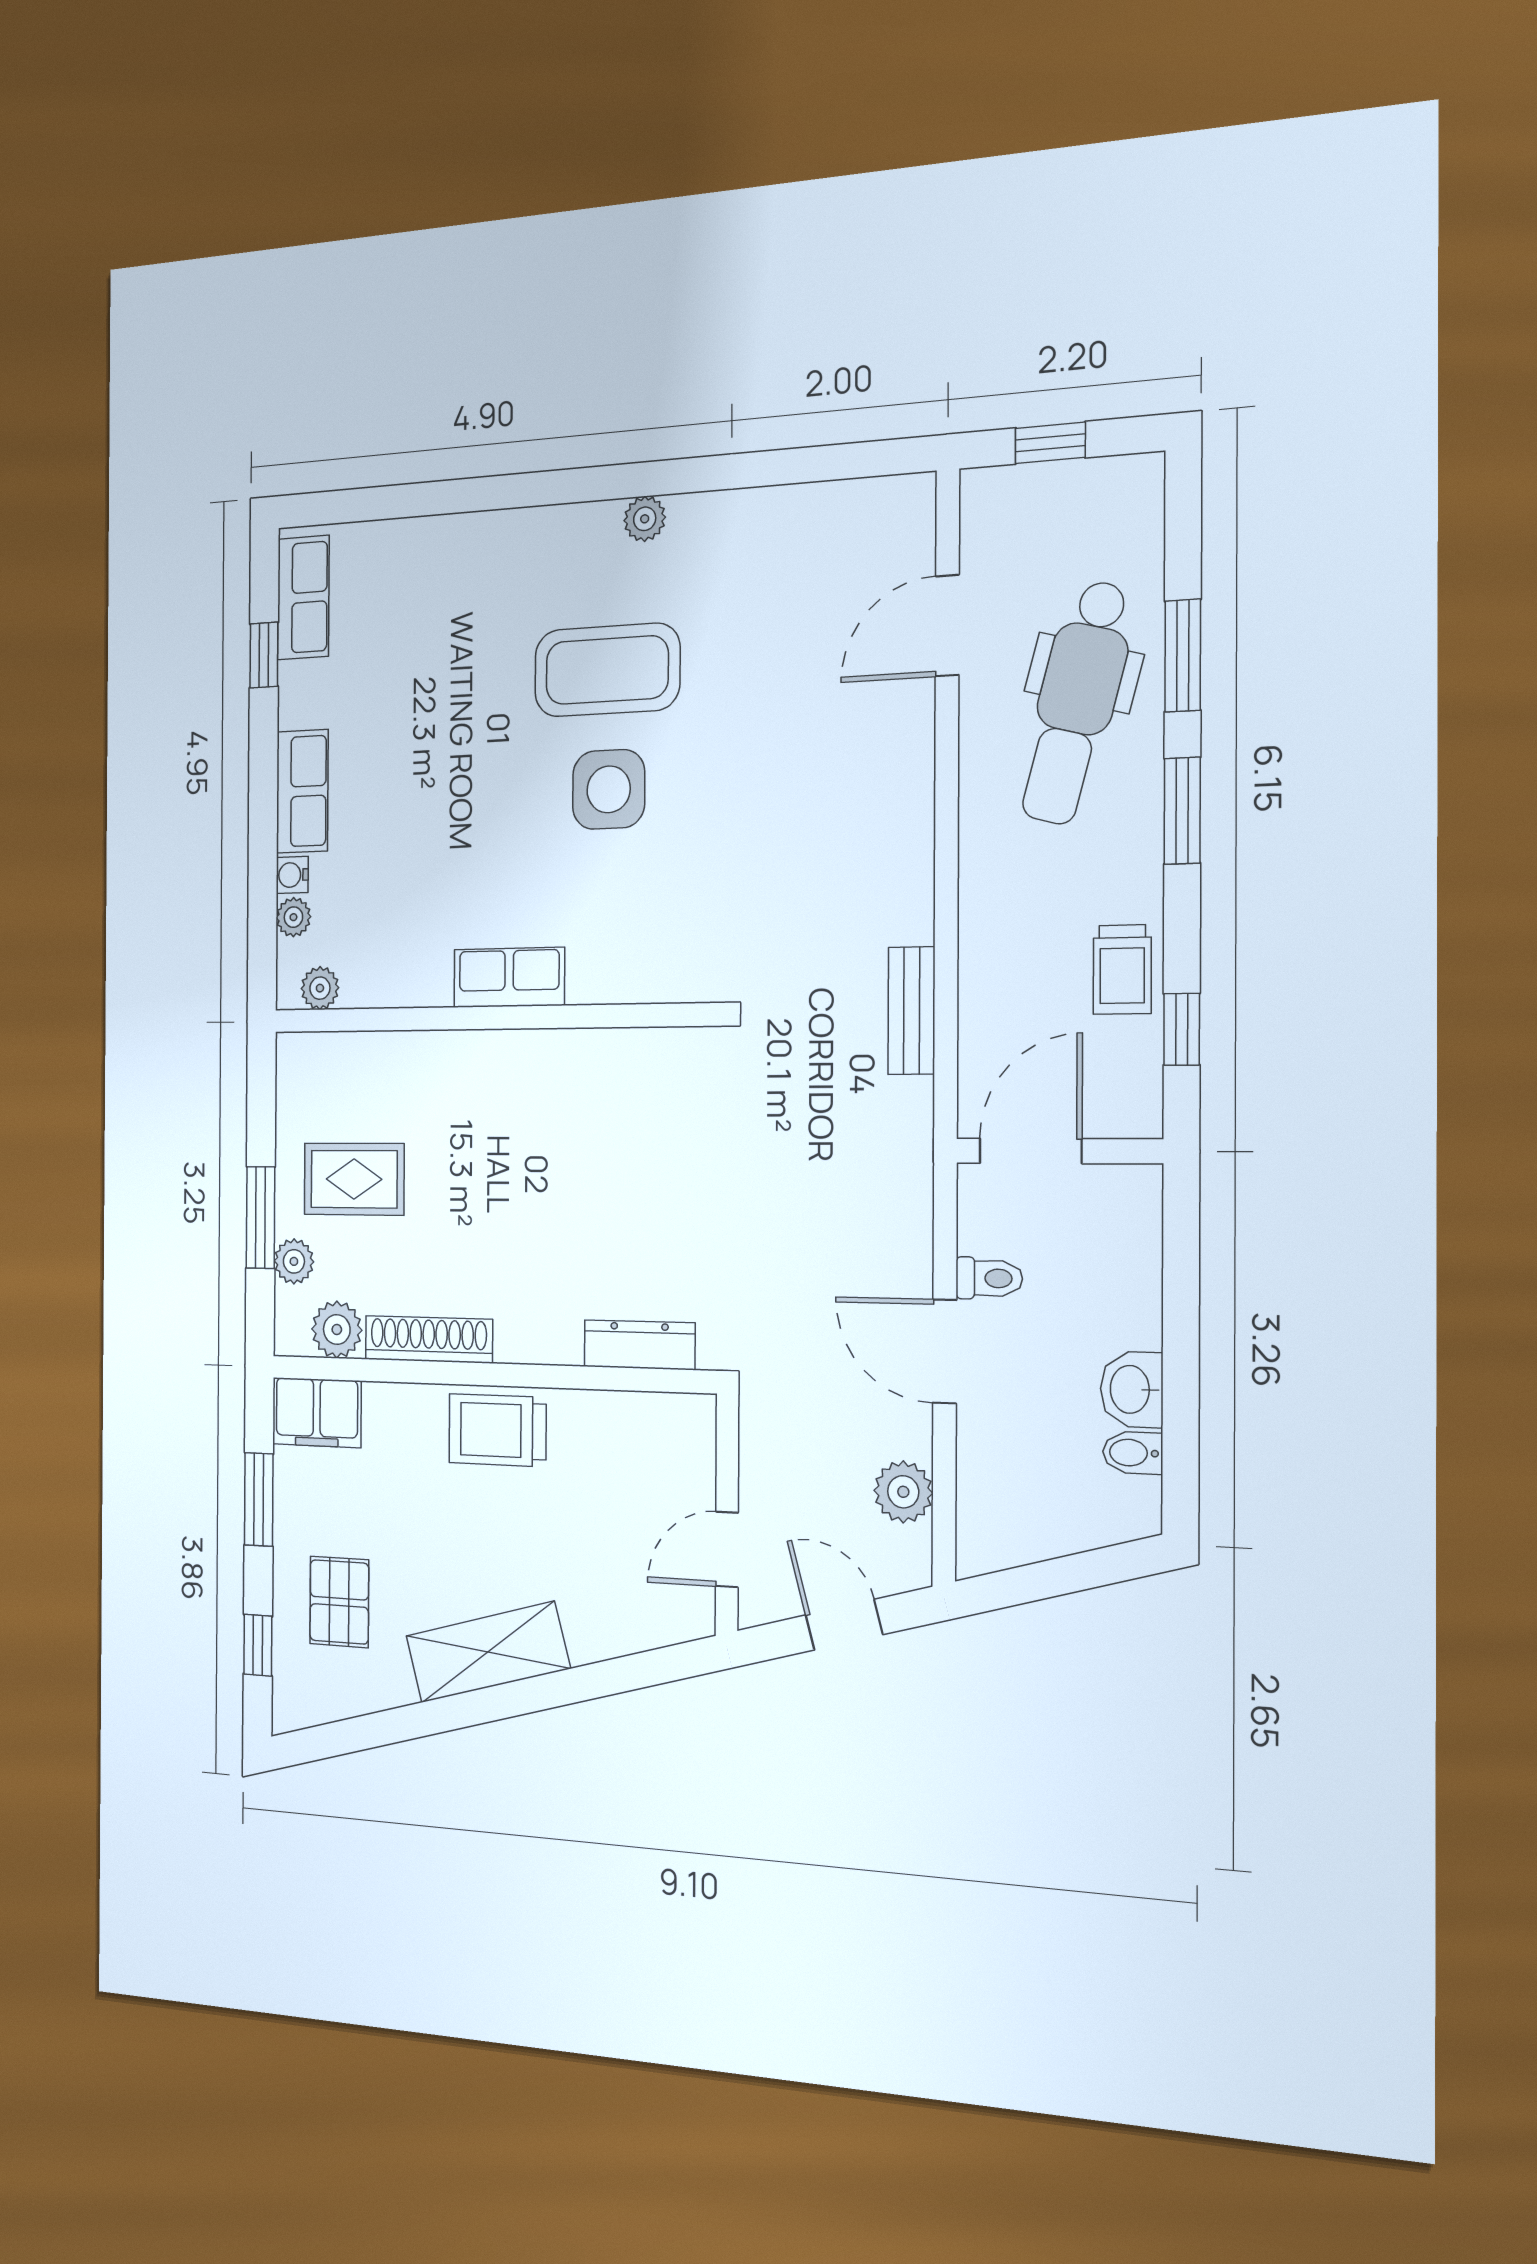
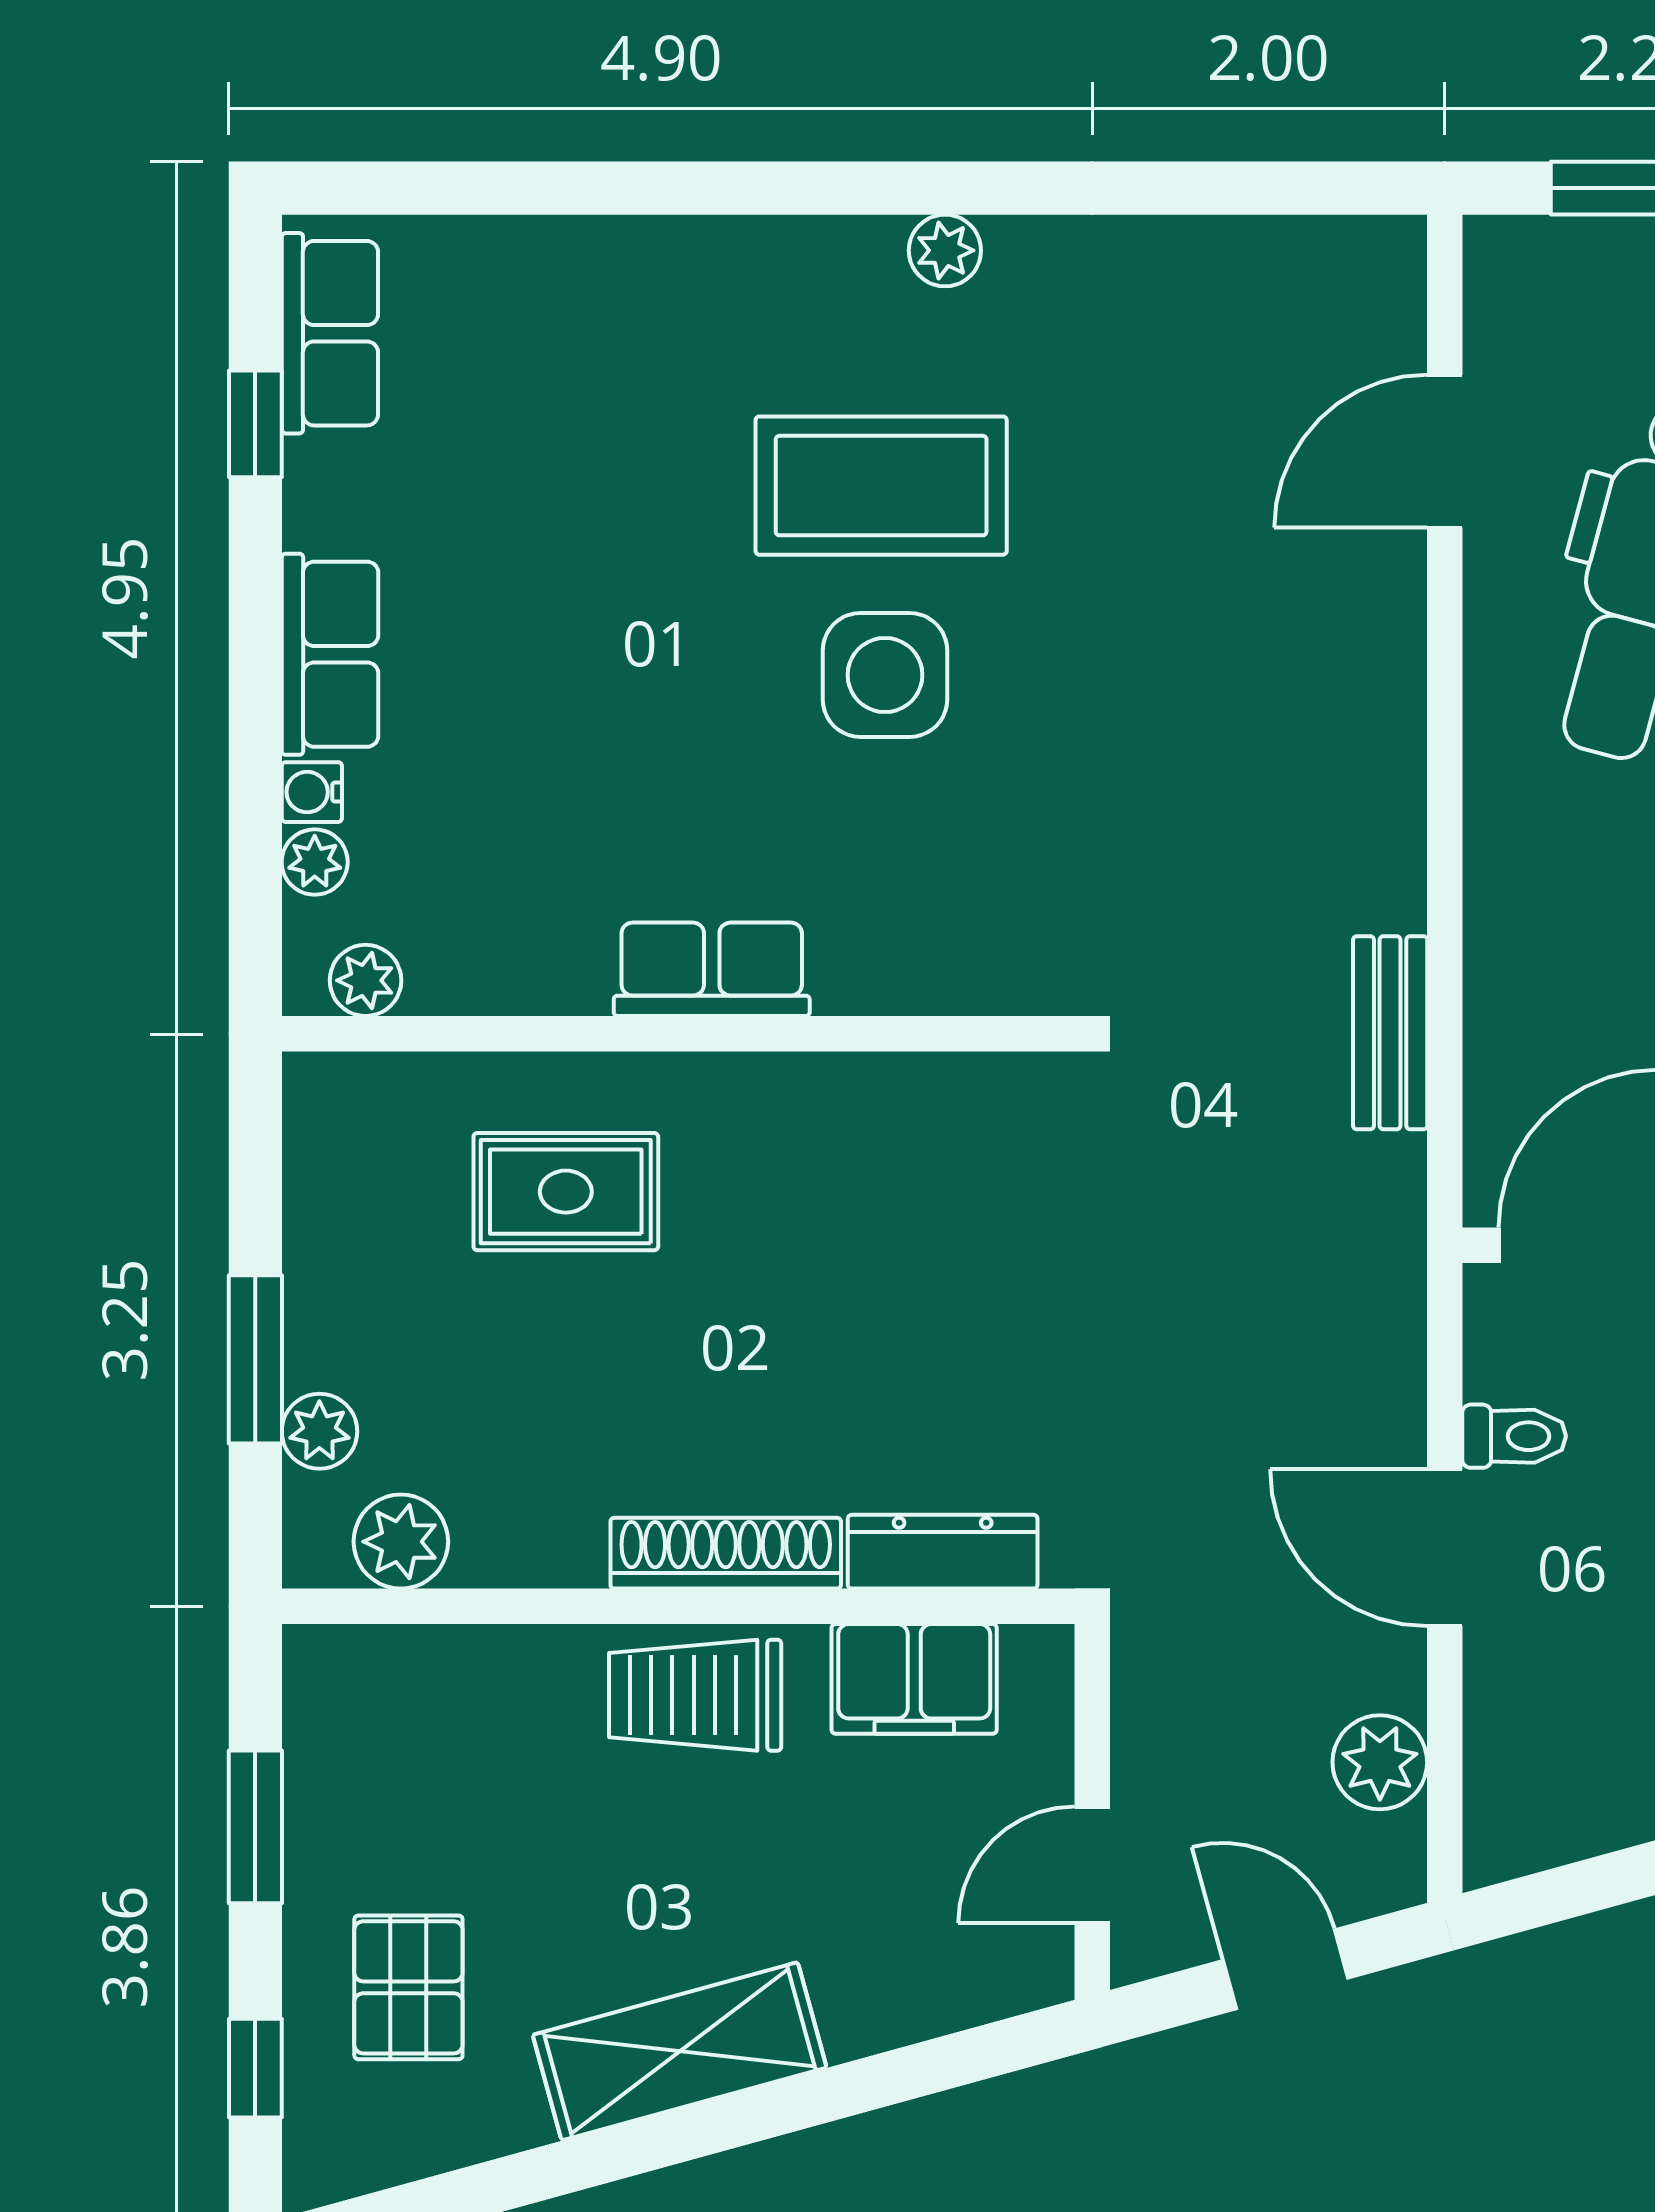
rug: (354, 1179) -> (566, 1192), moved
shoe rack: (429, 1339) -> (726, 1553), moved
filing cabinet: (317, 1413) -> (914, 1679), moved

